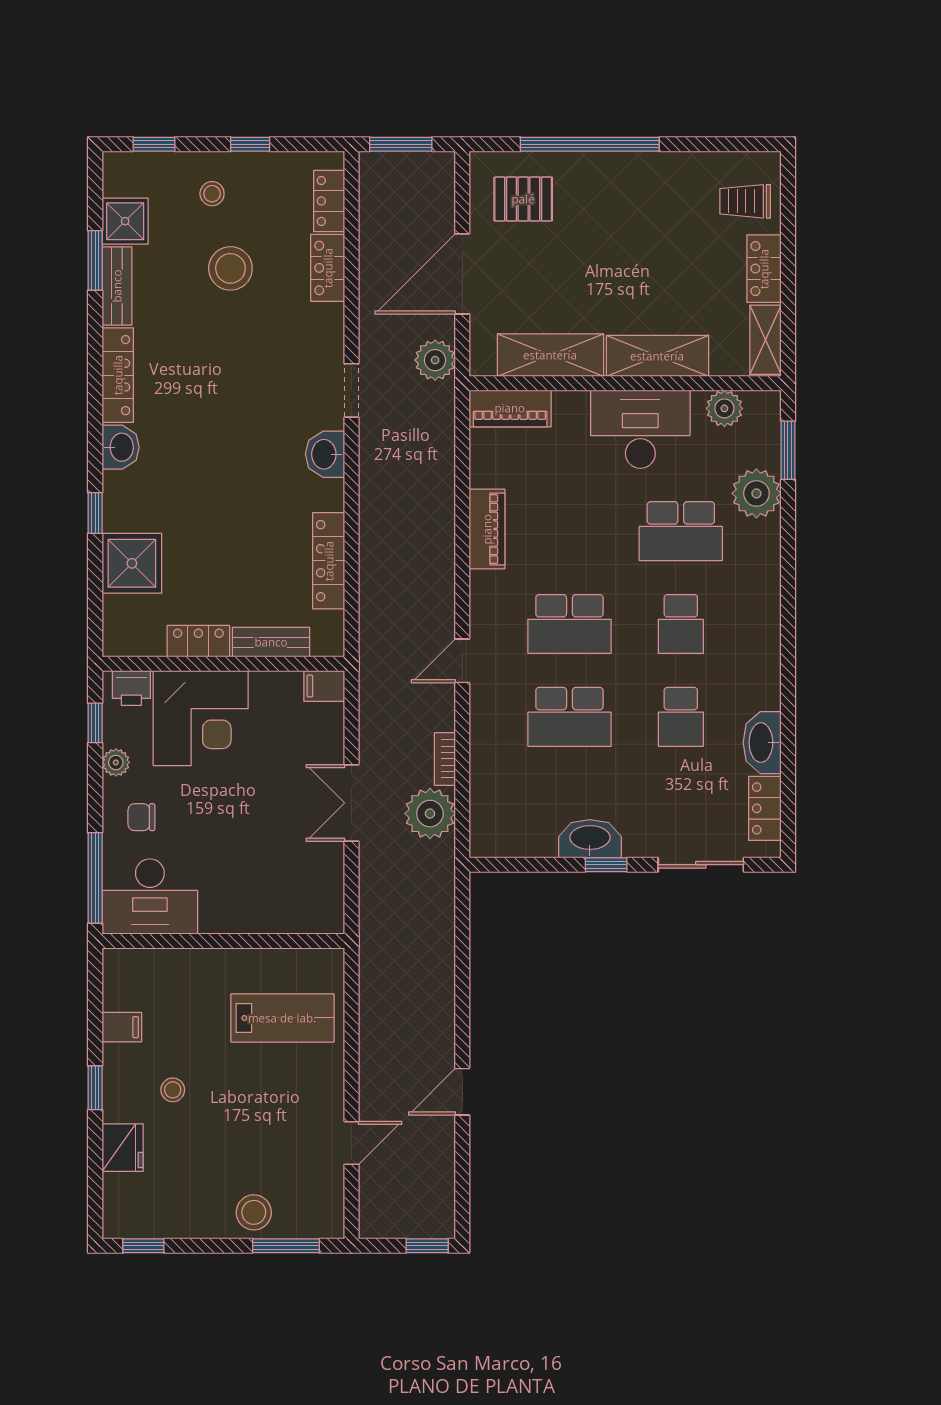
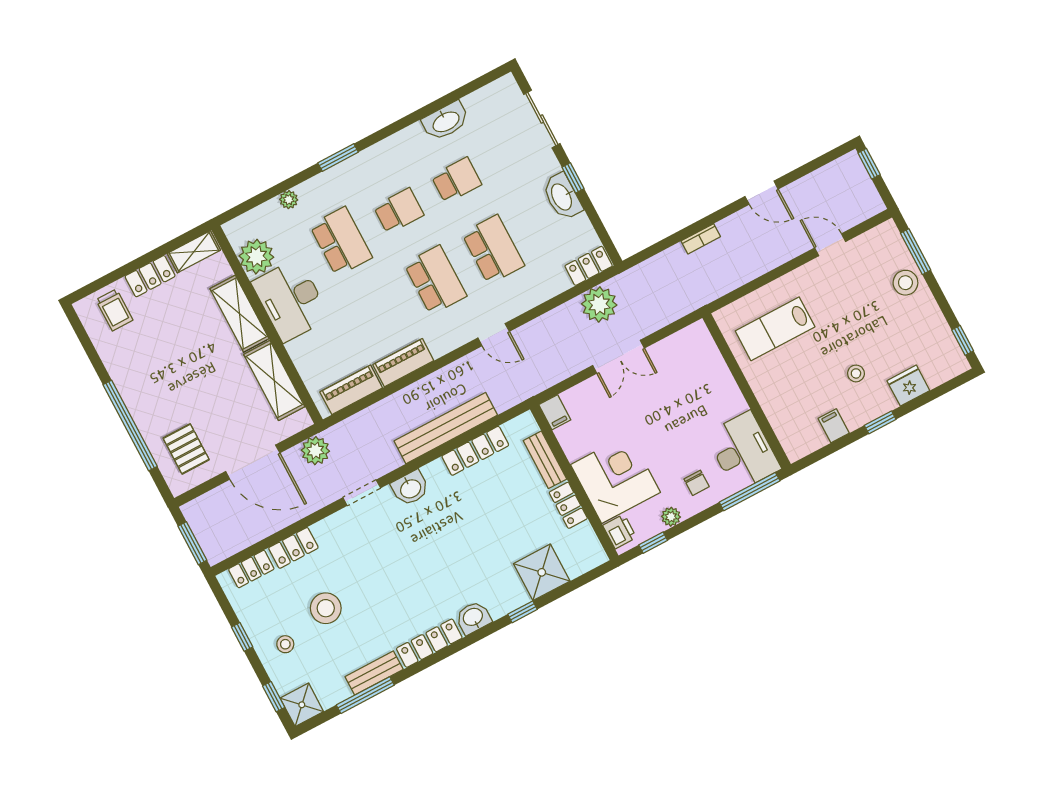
shower: (125, 221) -> (302, 705), moved
window: (95, 260) -> (365, 695), width x1.44
piano: (510, 408) -> (351, 390), moved, turned -90
plant: (724, 408) -> (256, 257), width x1.36, depth x1.36
window: (788, 450) -> (338, 157), moved
plant: (756, 493) -> (289, 200), width x0.53, depth x0.53
bench: (377, 539) -> (446, 428), added
bookcase: (445, 759) -> (701, 239), moved
locker: (765, 808) -> (589, 266), moved, turned 180
lab bench: (282, 1018) -> (775, 329), turned -90

